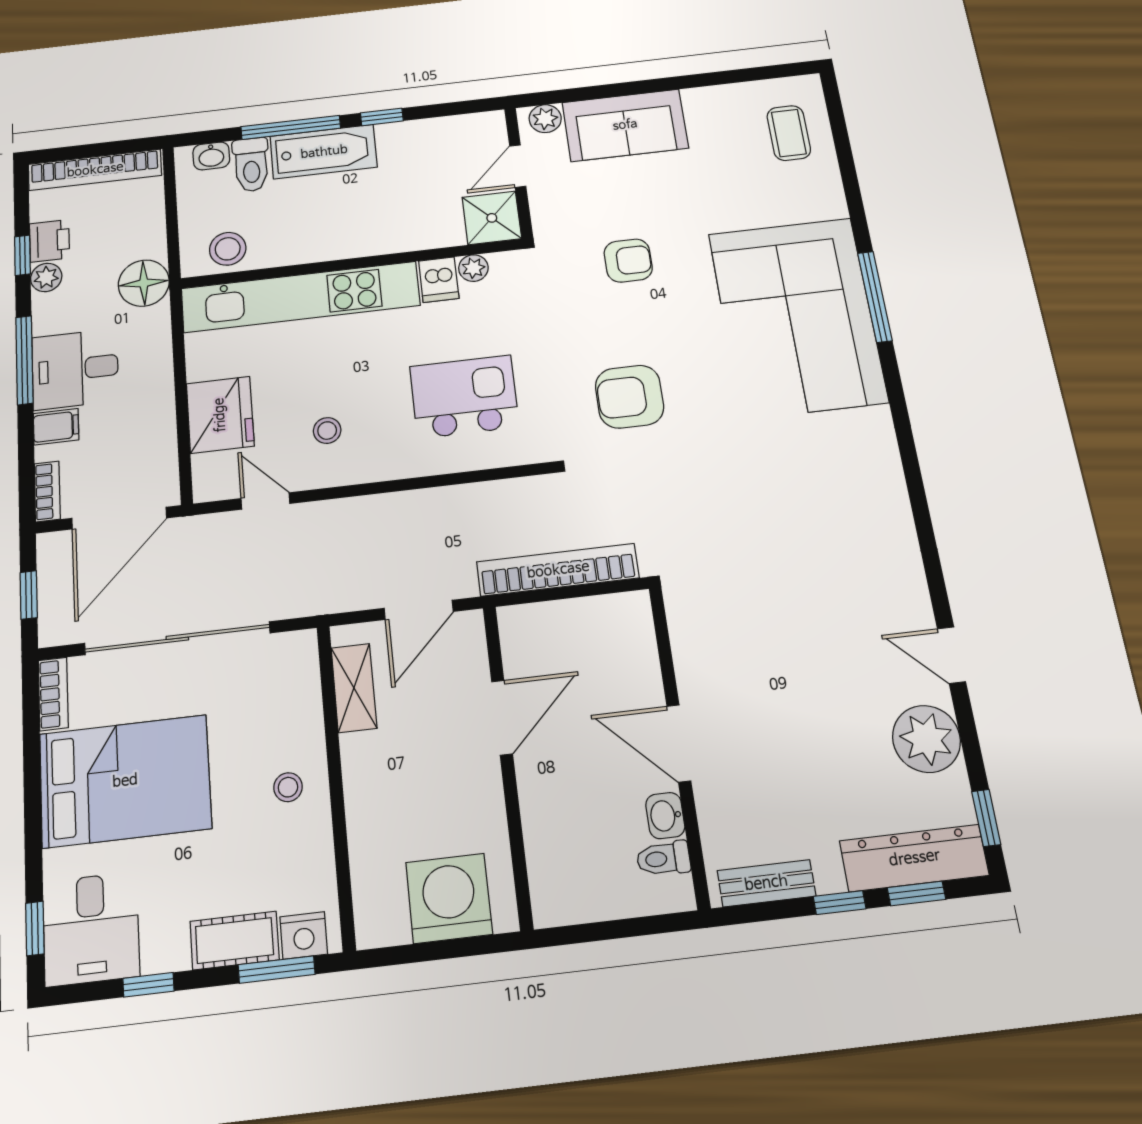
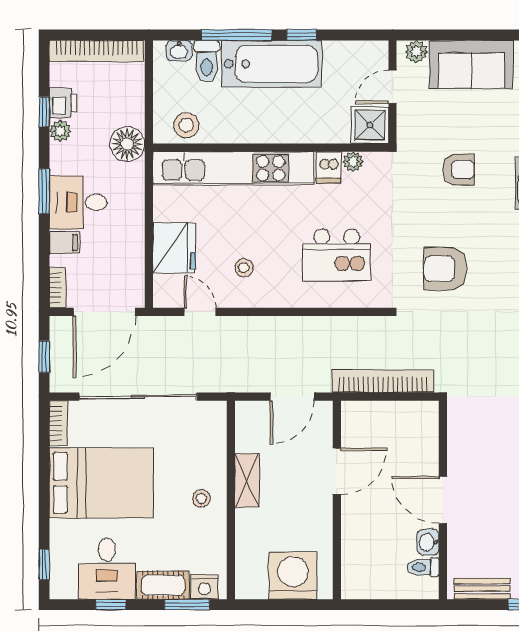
bathtub: (324, 152) -> (272, 64), width x1.36, depth x1.36
window: (24, 360) -> (44, 191), width x0.69
kitchen island: (464, 397) -> (337, 255), turned 180
shelving: (354, 688) -> (247, 480), moved
desk: (91, 929) -> (107, 569), moved

